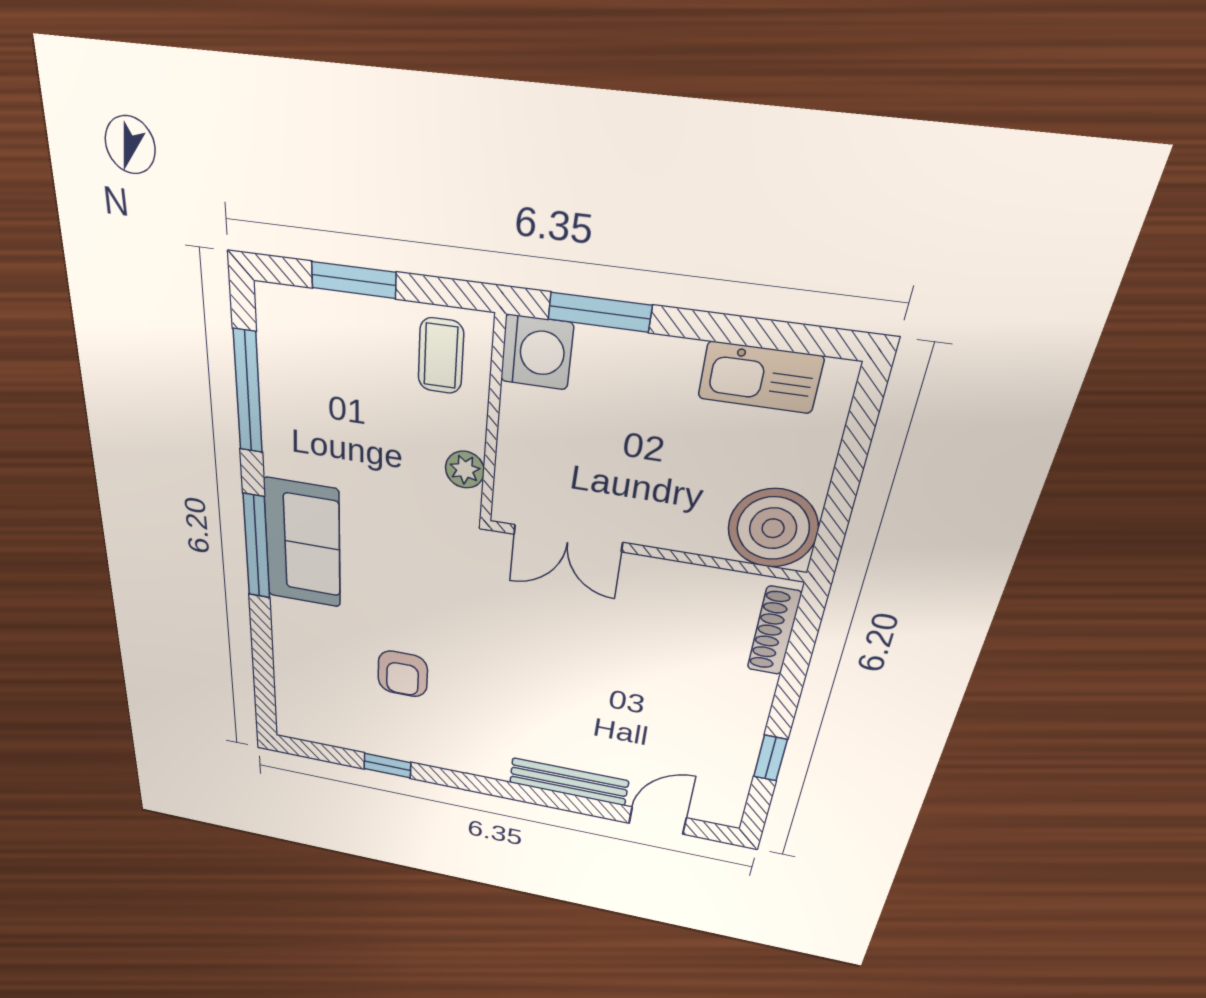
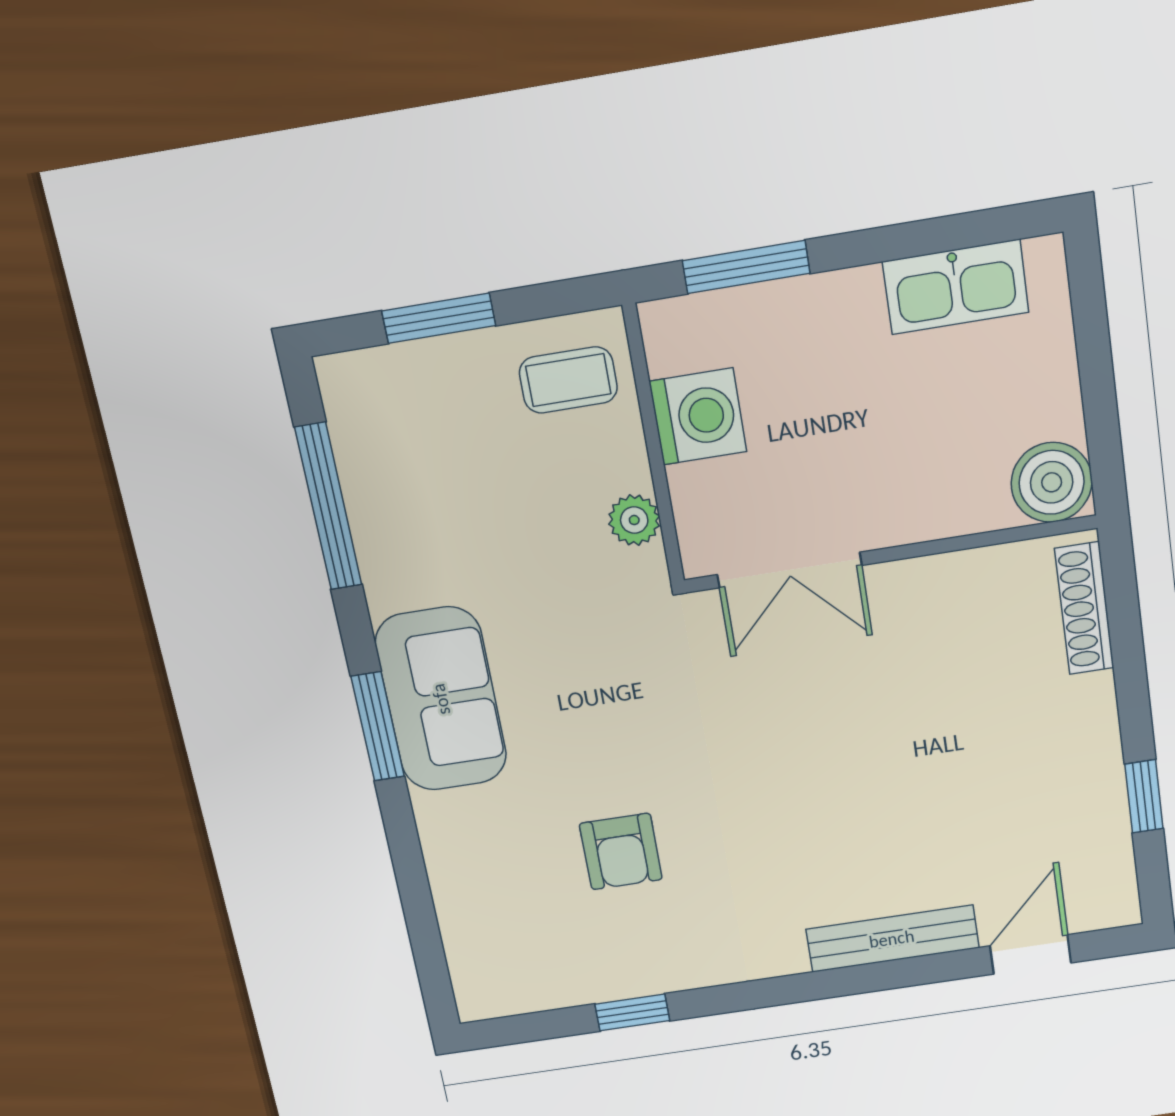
washing machine: (537, 352) -> (698, 417), moved
coffee table: (441, 356) -> (568, 380), turned 90
boiler: (773, 528) -> (1052, 482), width x0.73, depth x0.73
window: (257, 547) -> (378, 726), width x0.69

